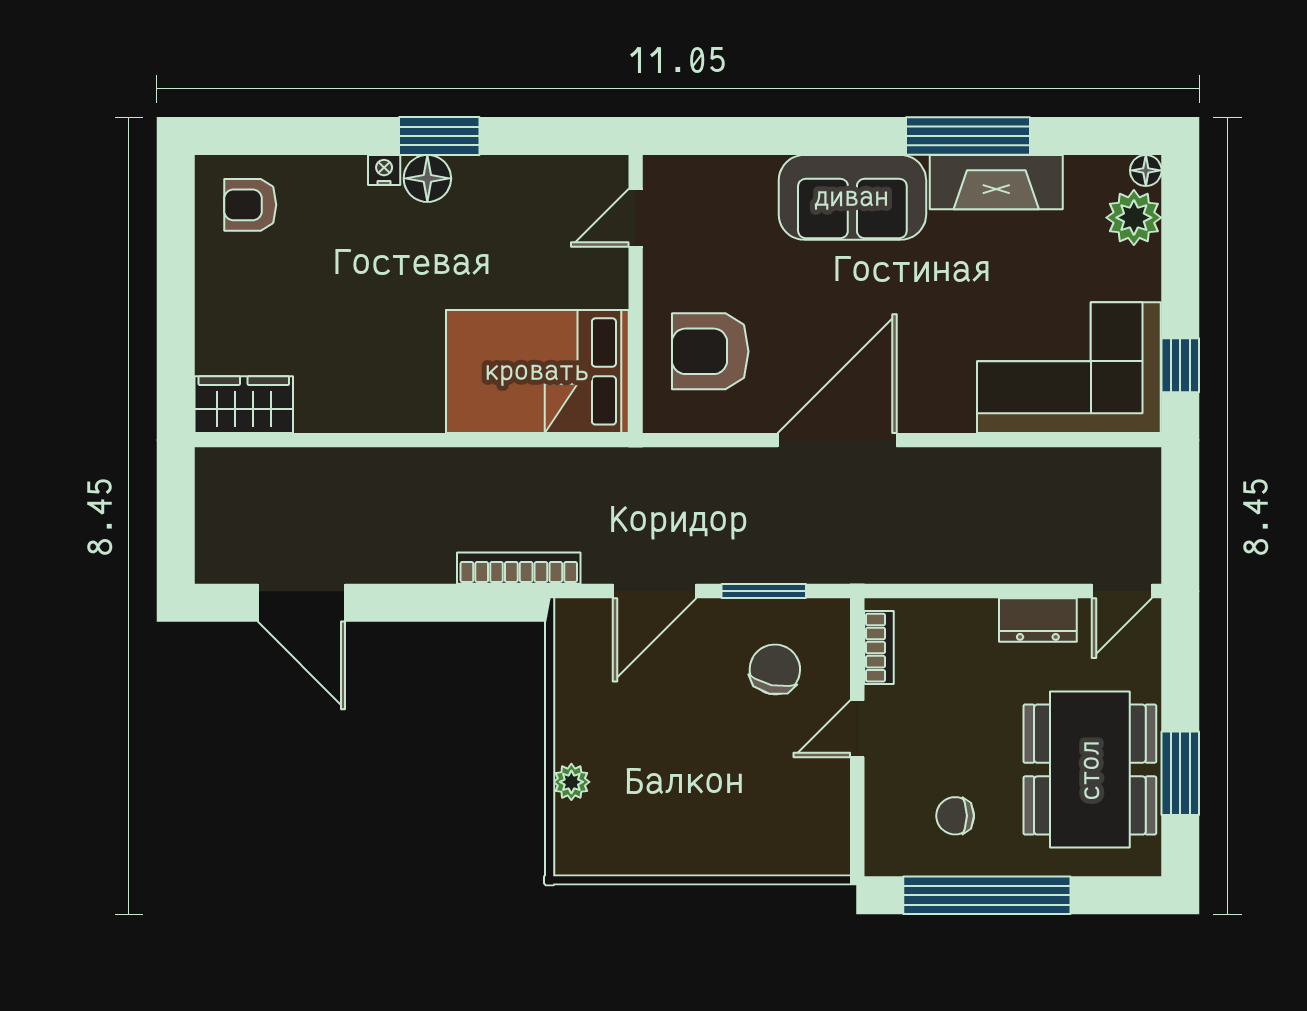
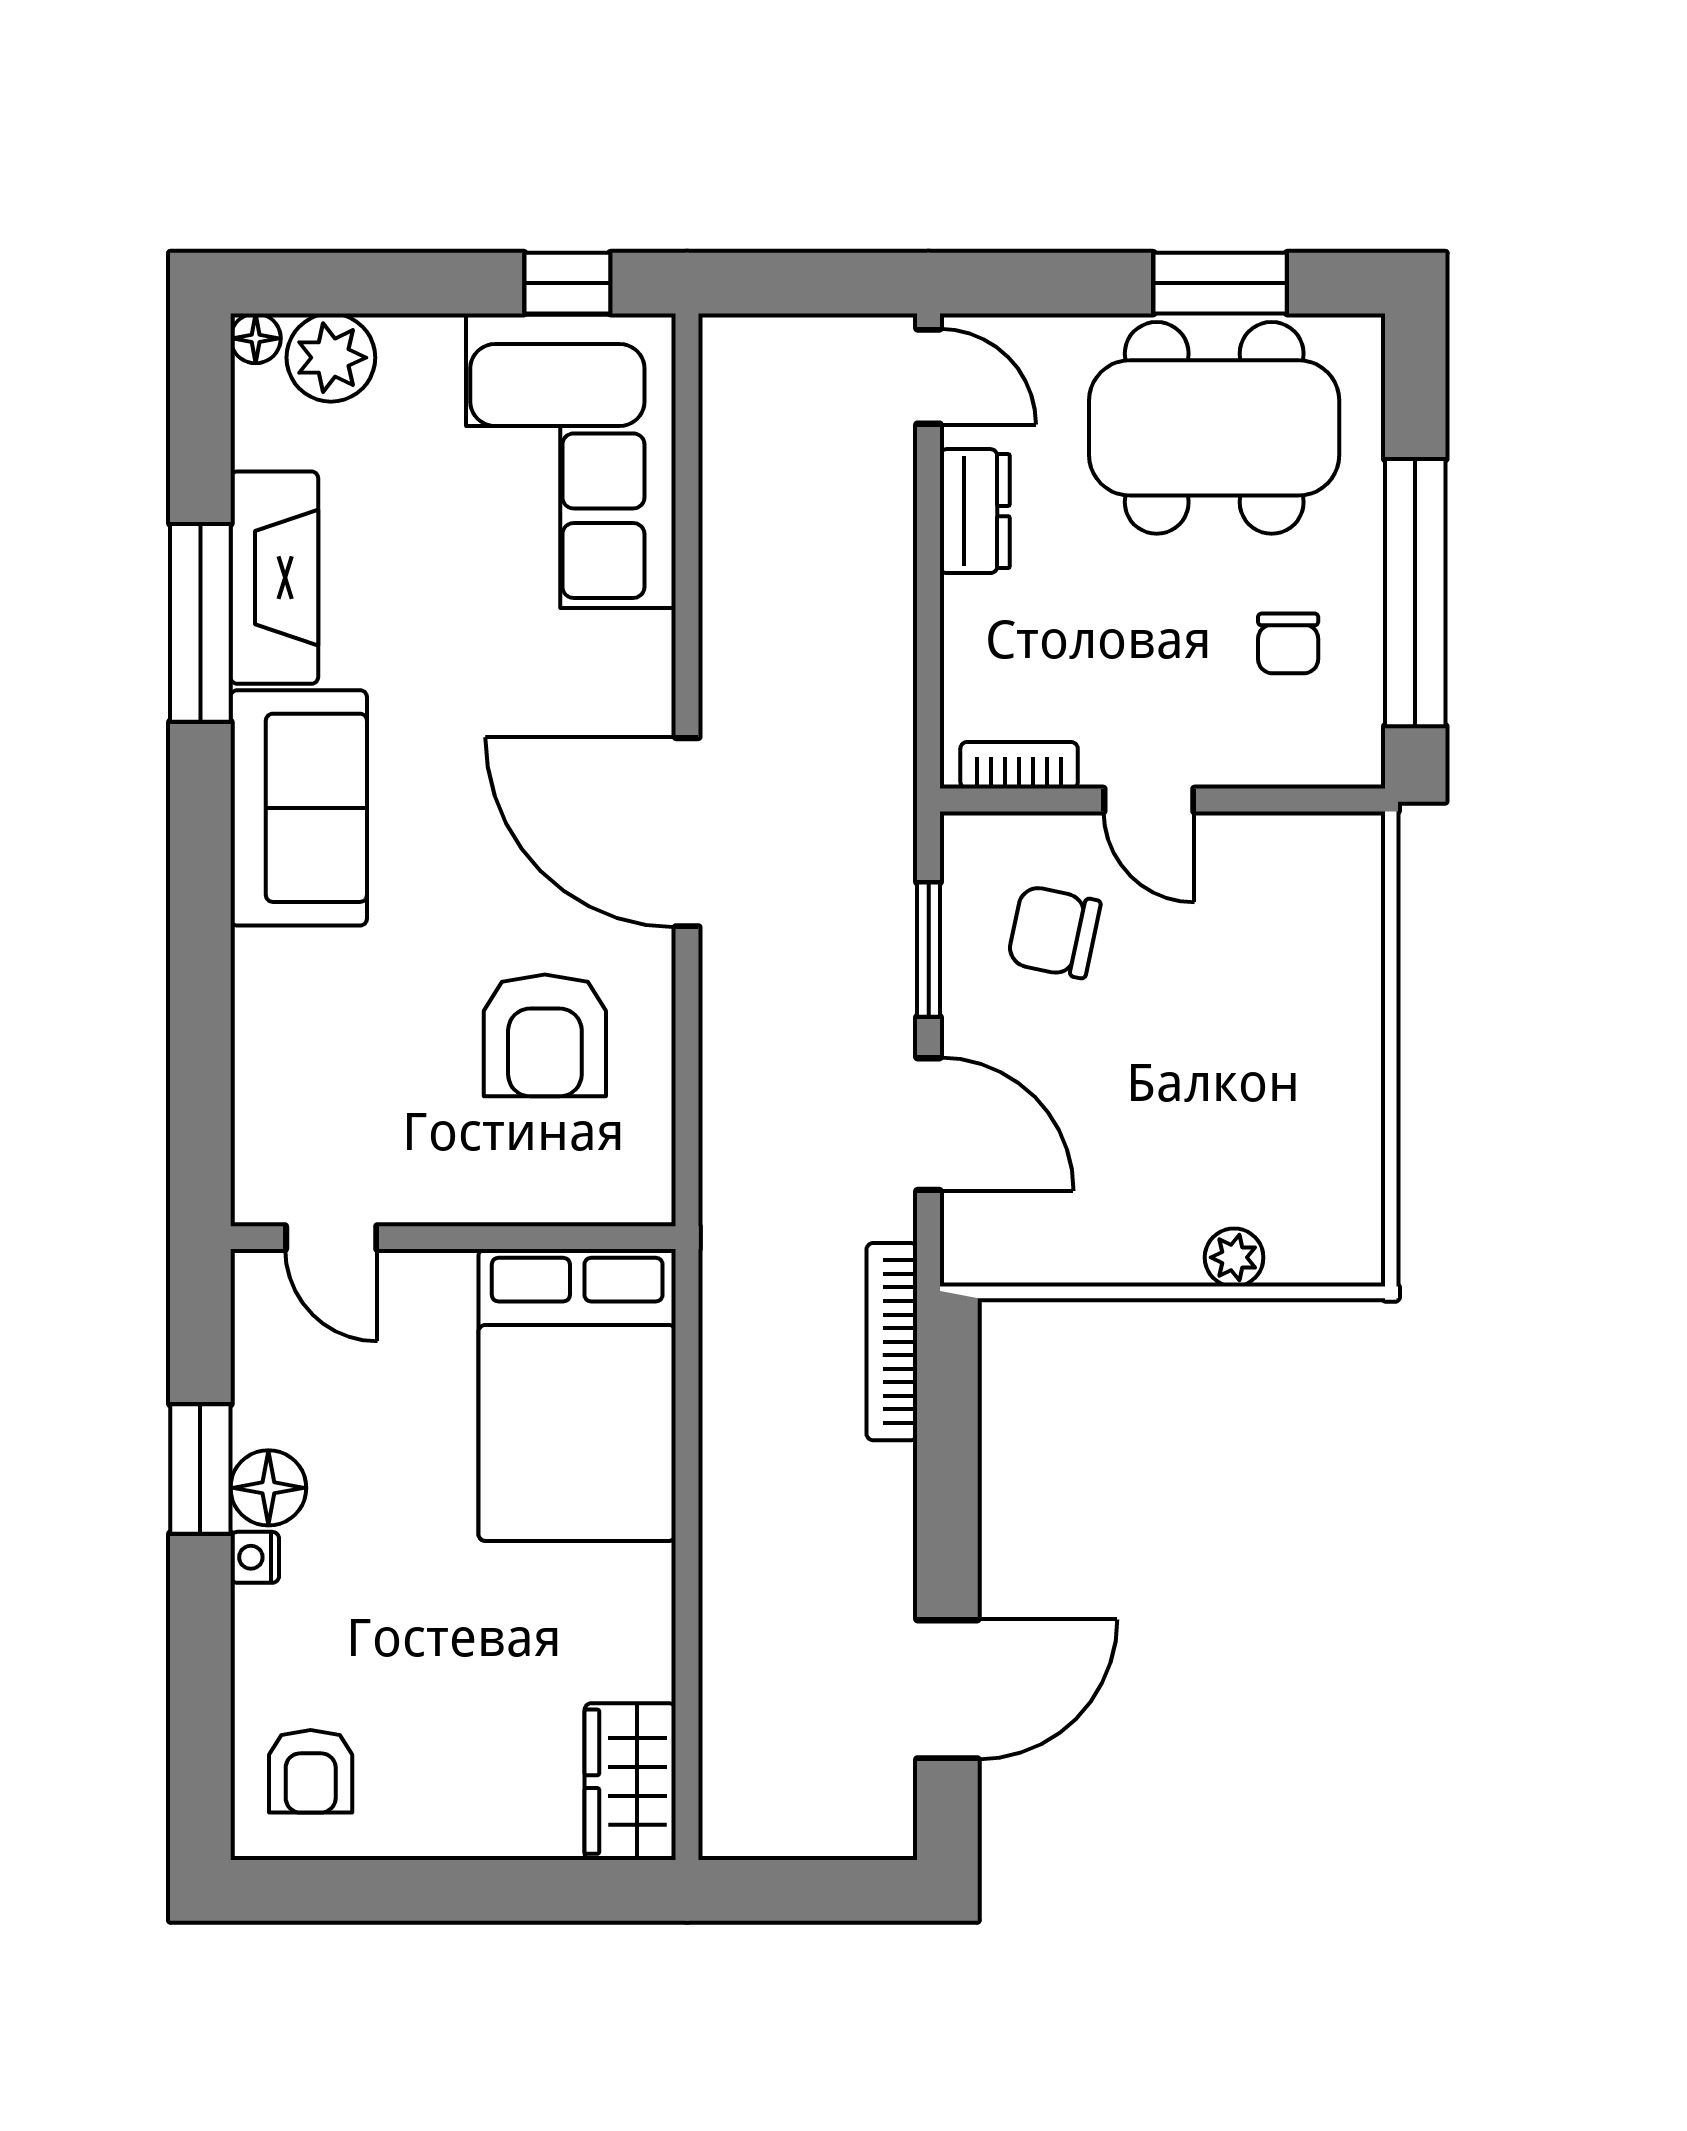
door: (636, 218) -> (331, 1238), moved
wall: (636, 294) -> (453, 1238), moved
bed: (537, 371) -> (577, 1395), moved

